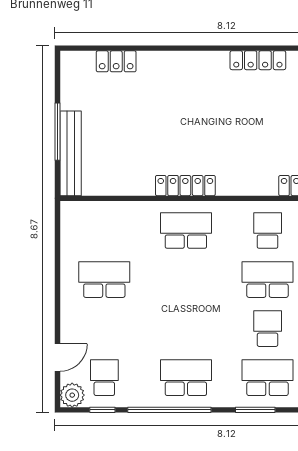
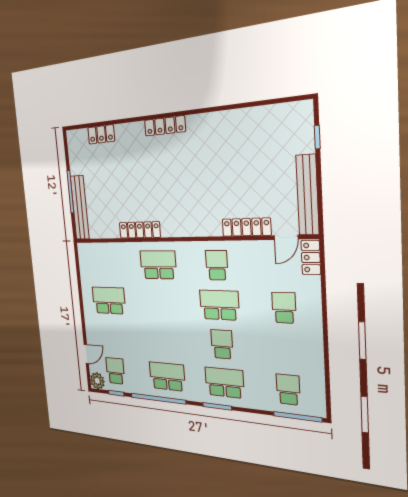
locker: (258, 60) -> (165, 126), moved
locker: (185, 186) -> (140, 230), moved

